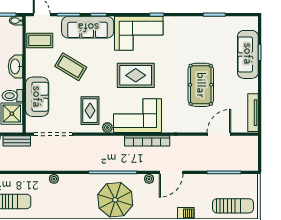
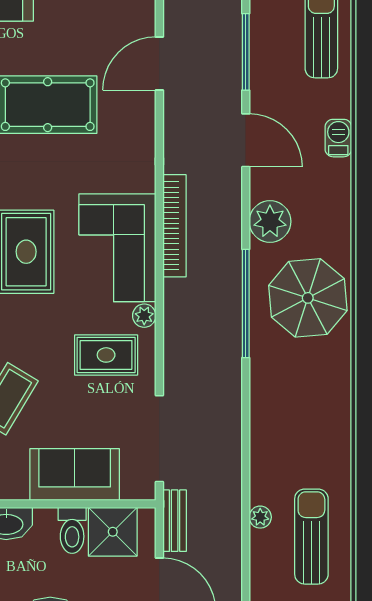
door: (219, 134) -> (159, 63), hinge flipped
door: (171, 172) -> (246, 140), moved
plant: (54, 179) -> (260, 517), moved
plant: (149, 179) -> (270, 221), width x1.87, depth x1.87

